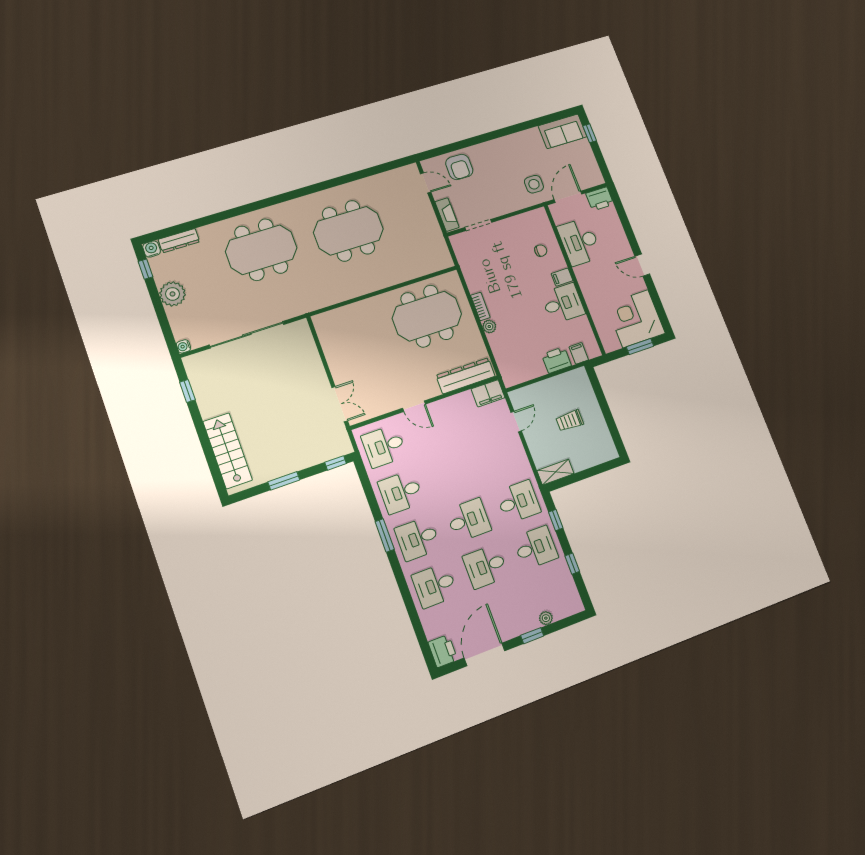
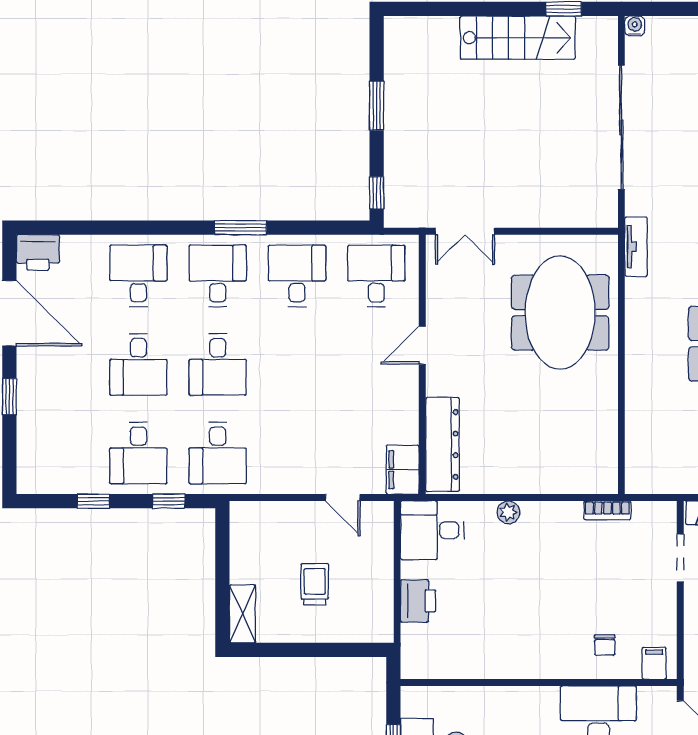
filing cabinet: (562, 277) -> (654, 663), moved
desk: (563, 303) -> (432, 530), moved, turned 90
tv unit: (314, 304) -> (636, 247), added
bookcase: (480, 306) -> (607, 510), moved
meeting table: (427, 316) -> (560, 313), moved
filing cabinet: (579, 353) -> (417, 642), removed
stairs: (228, 451) -> (518, 38), moved
shelving: (556, 472) -> (242, 614), moved
desk: (486, 566) -> (138, 364), turned 180
plant: (546, 618) -> (27, 428), removed

